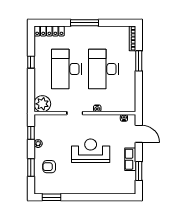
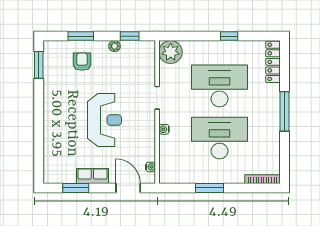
window: (139, 61) -> (210, 188), moved
door: (139, 134) -> (128, 188), swing flipped

